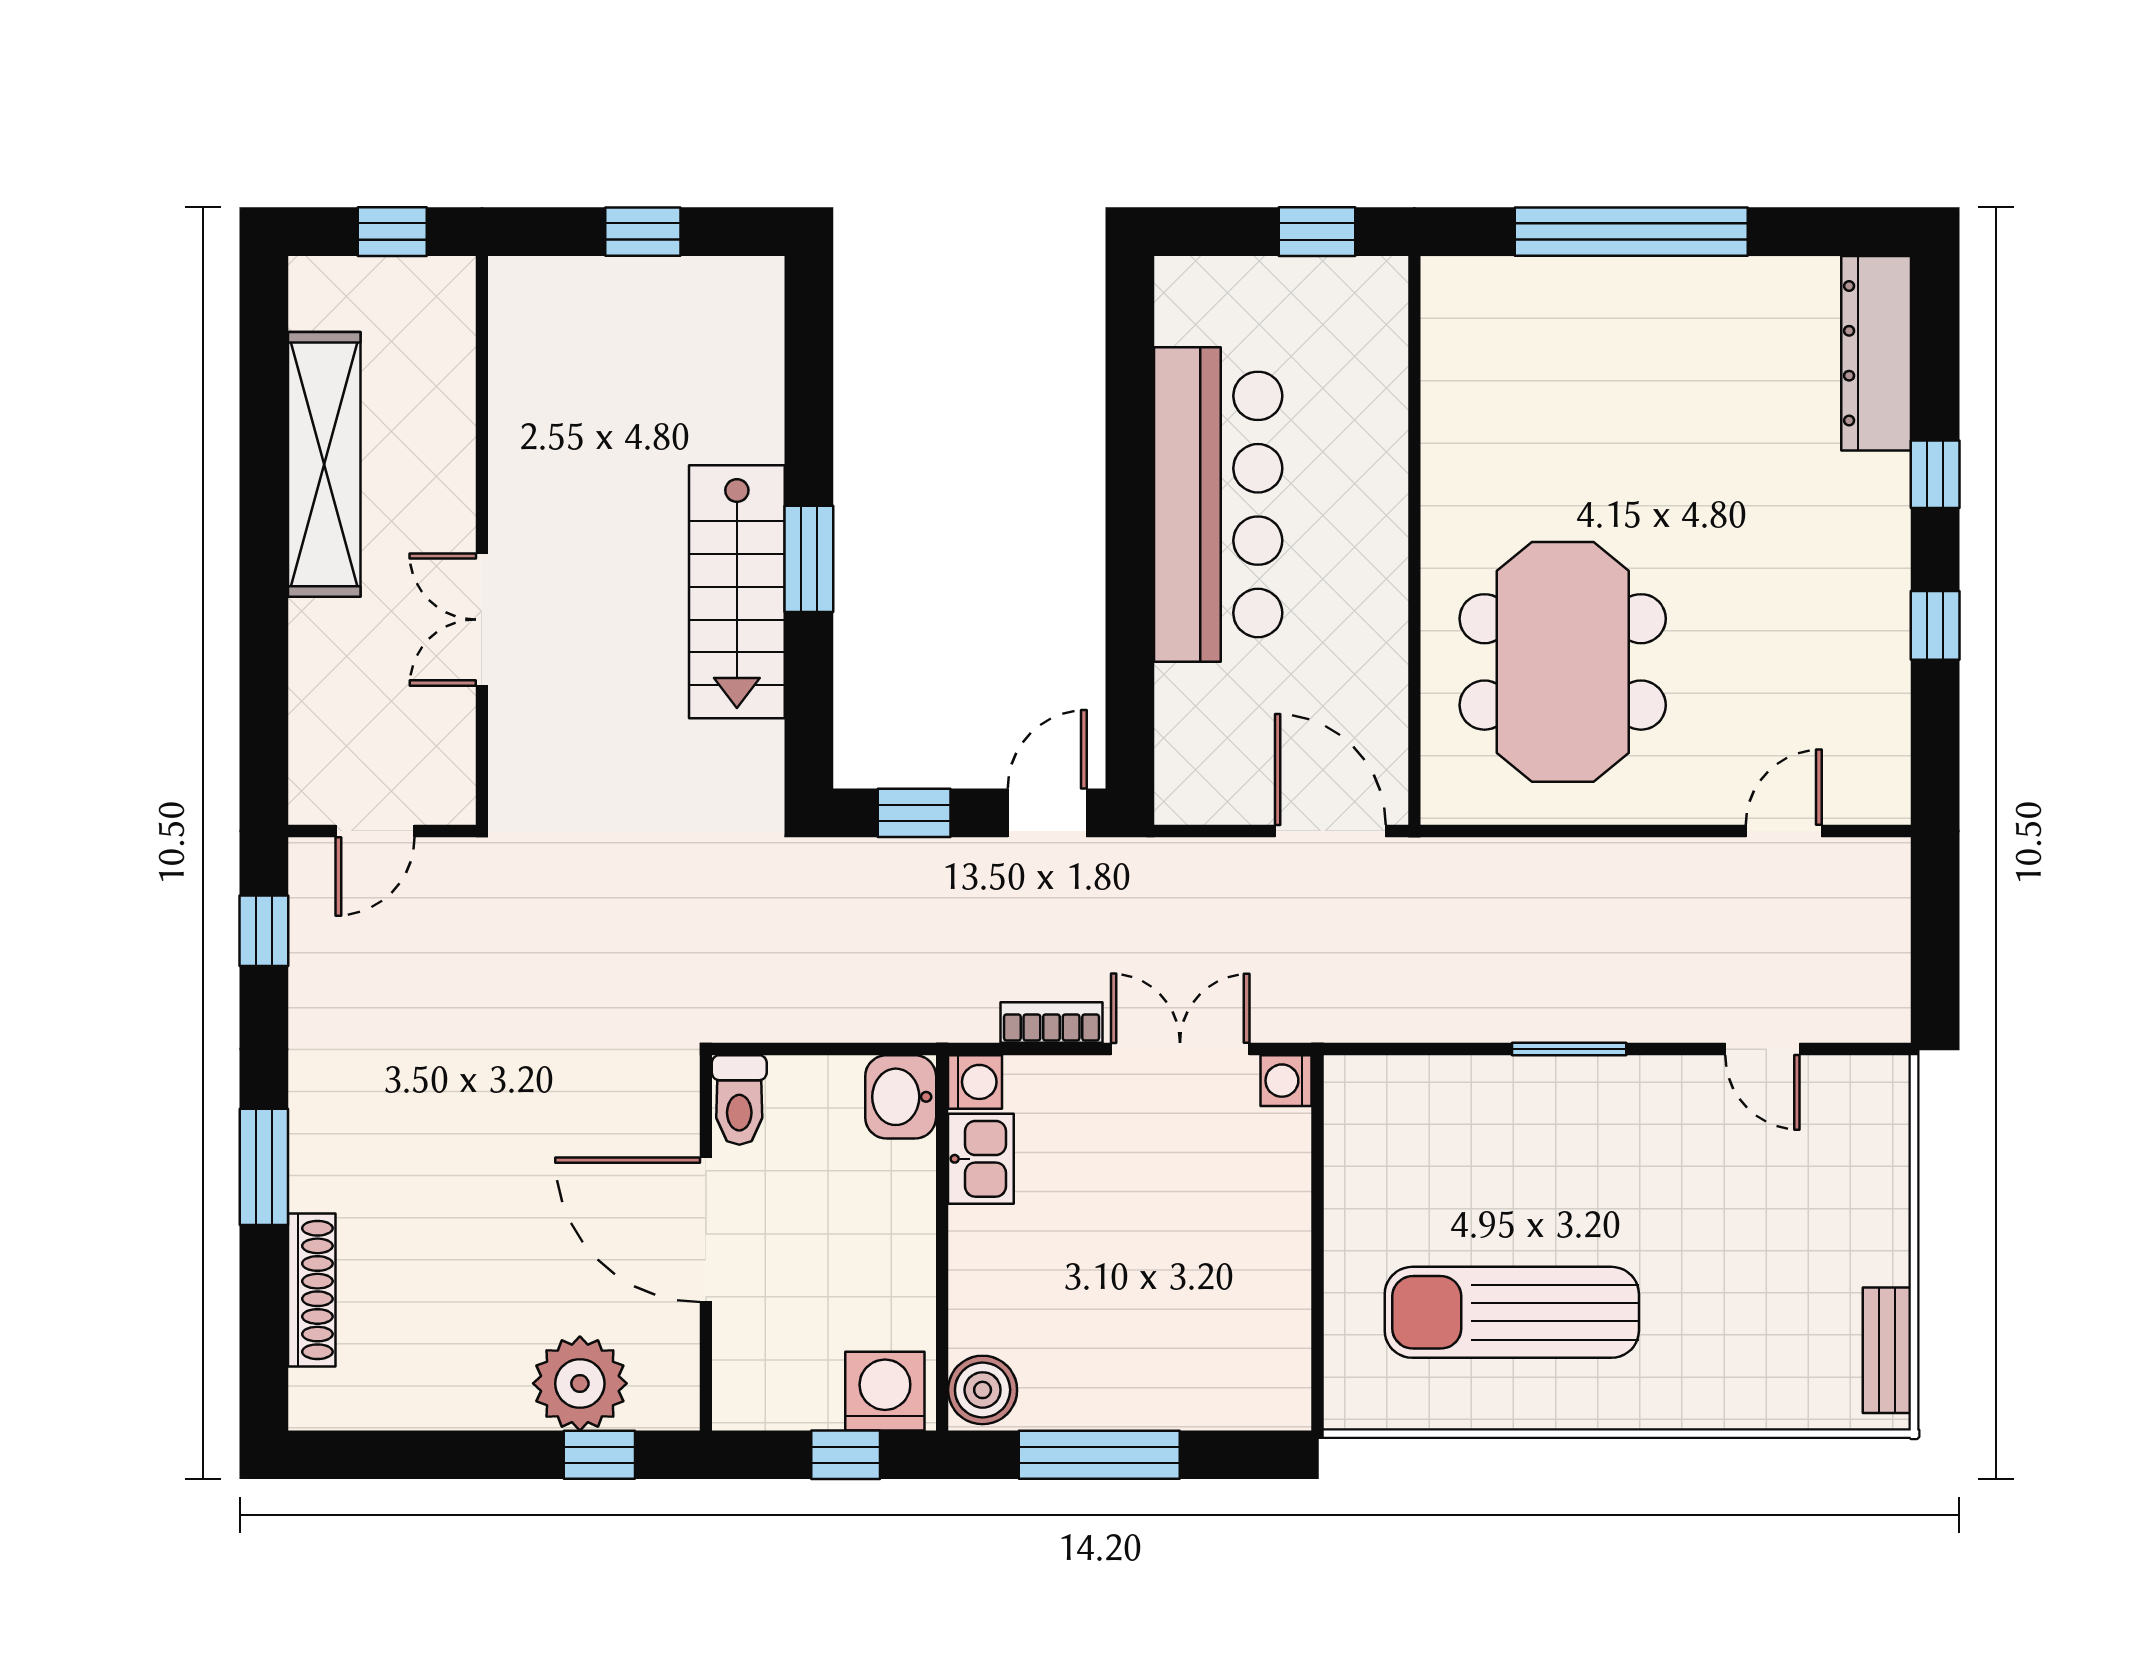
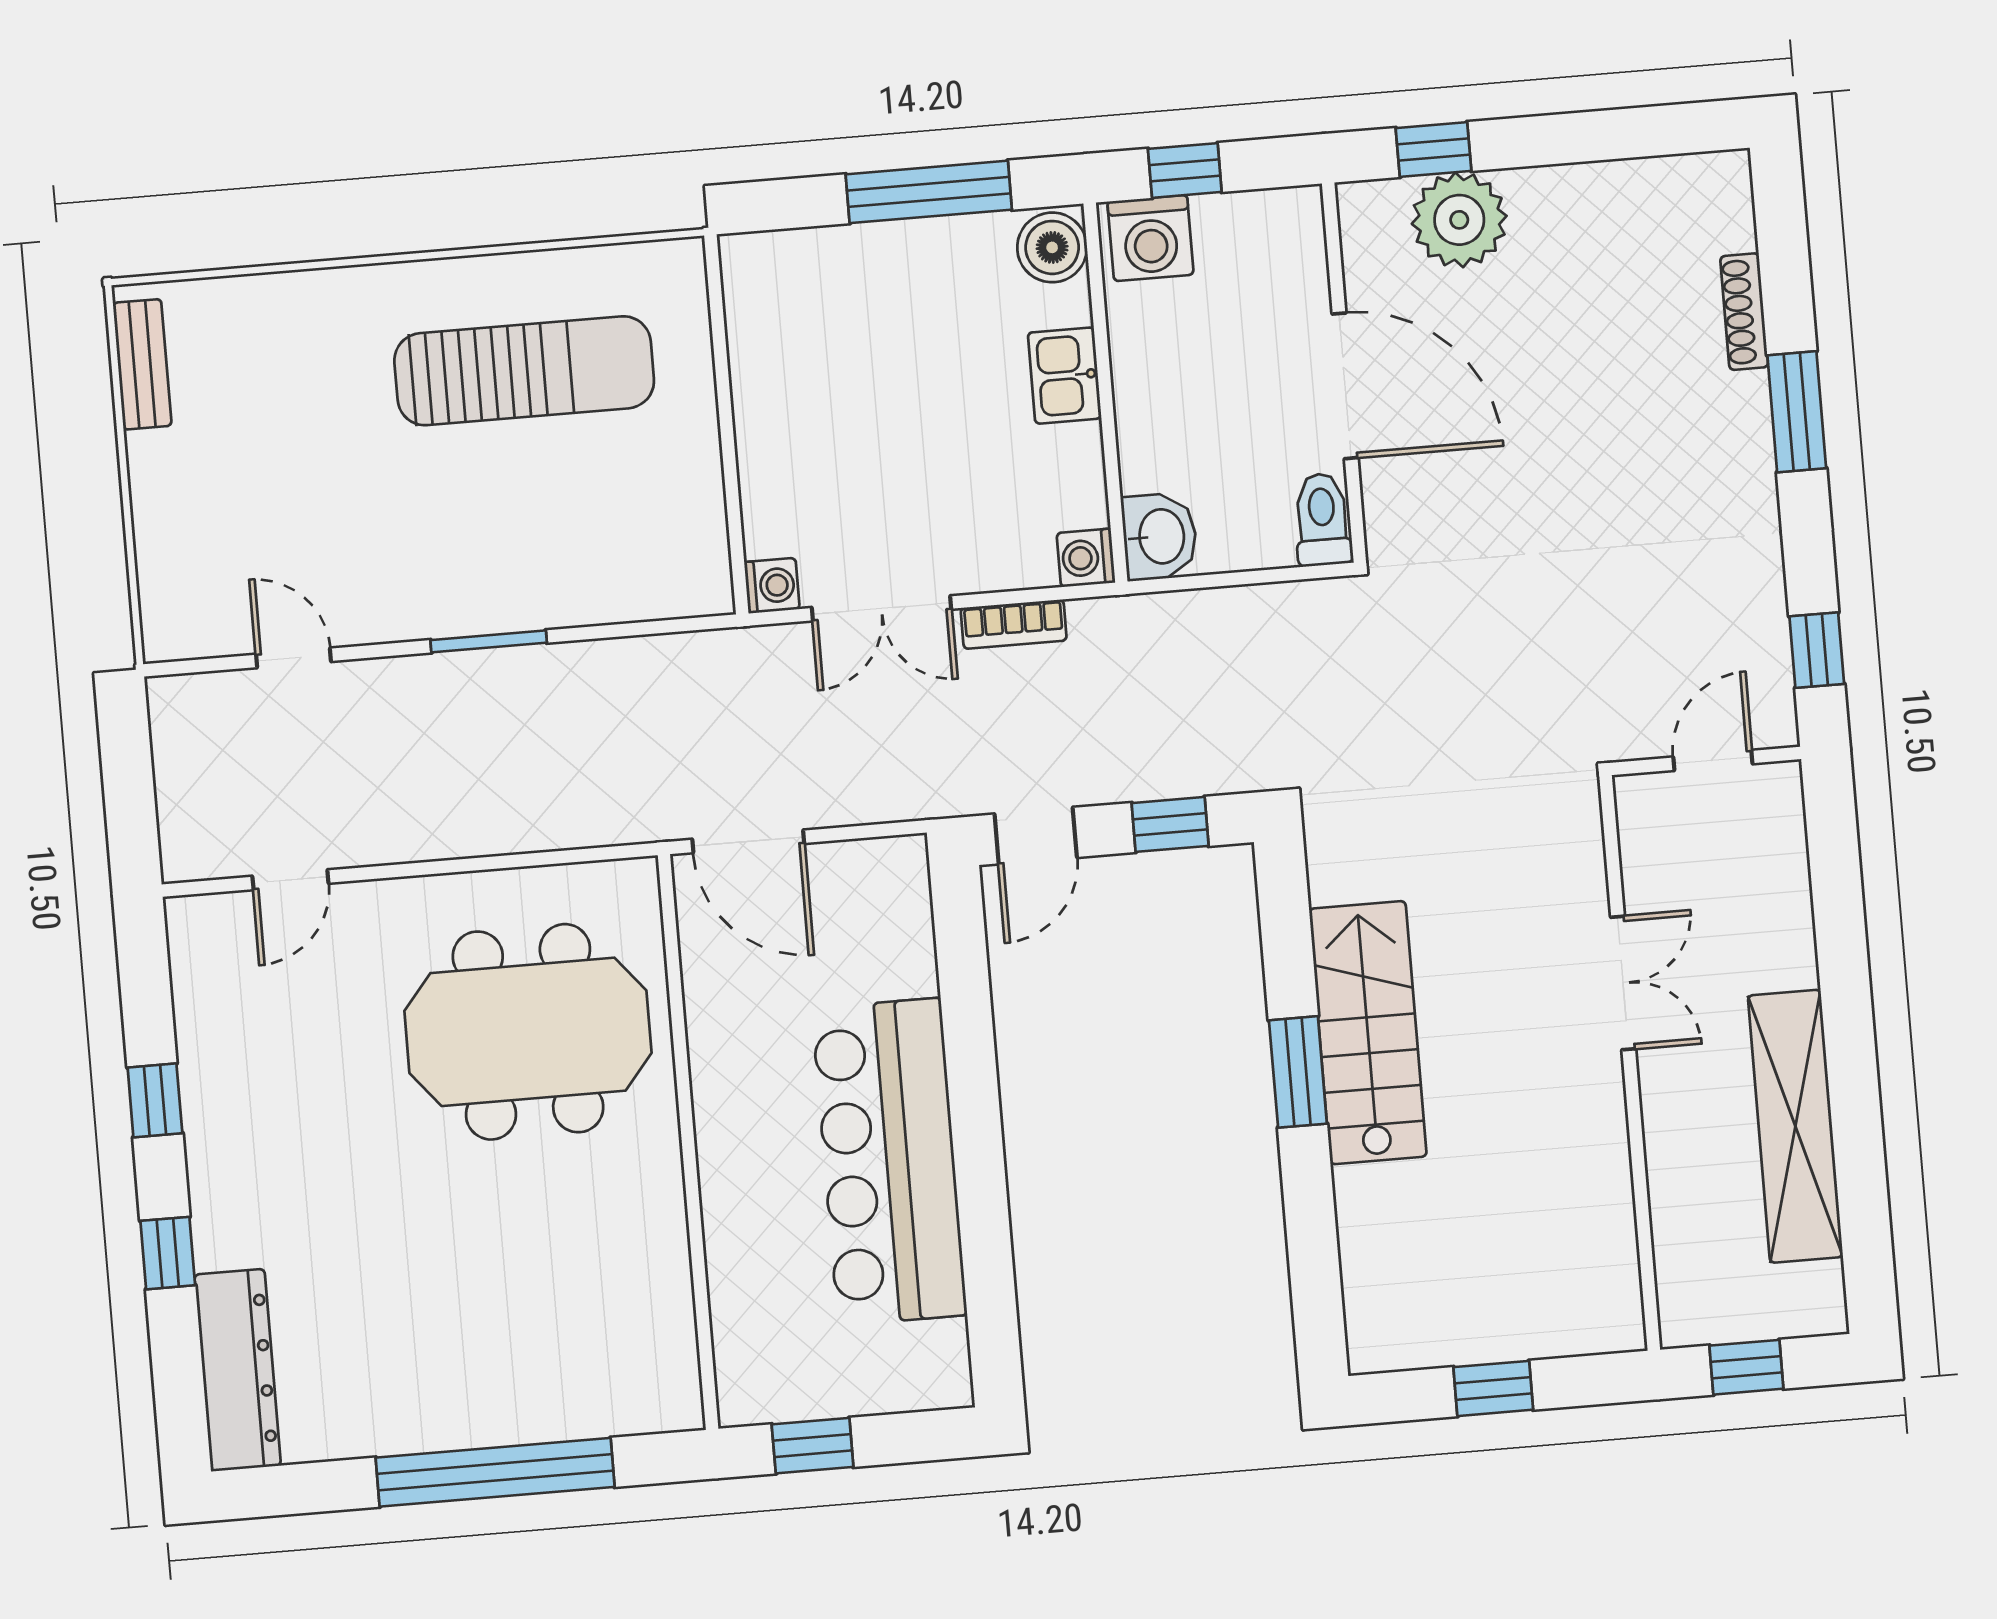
meeting table: (1563, 662) -> (528, 1032), turned 90
kitchen sink: (981, 1159) -> (1065, 376), moved
shoe rack: (312, 1290) -> (1744, 312), width x0.74, depth x0.81

